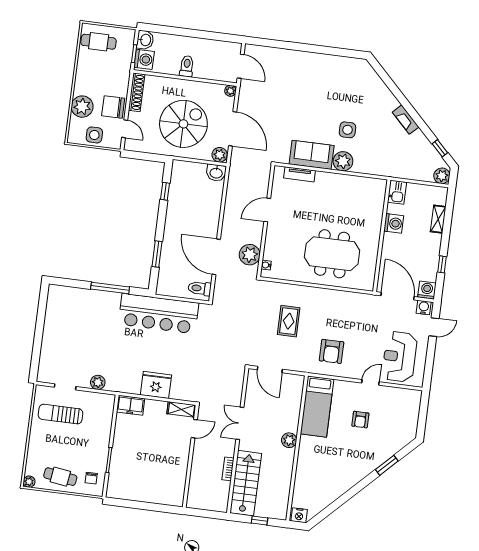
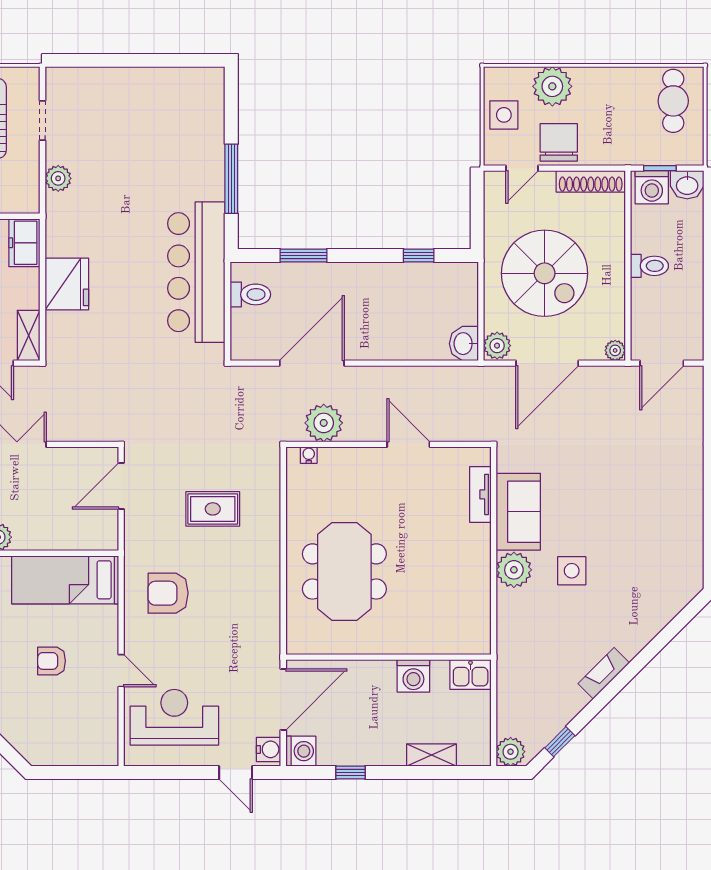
toilet: (200, 288) -> (250, 294), moved, turned 90

